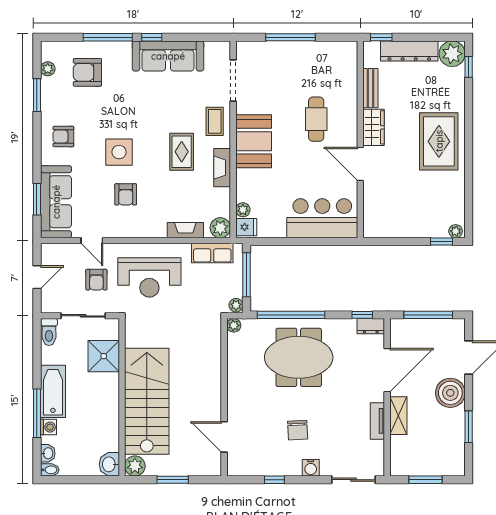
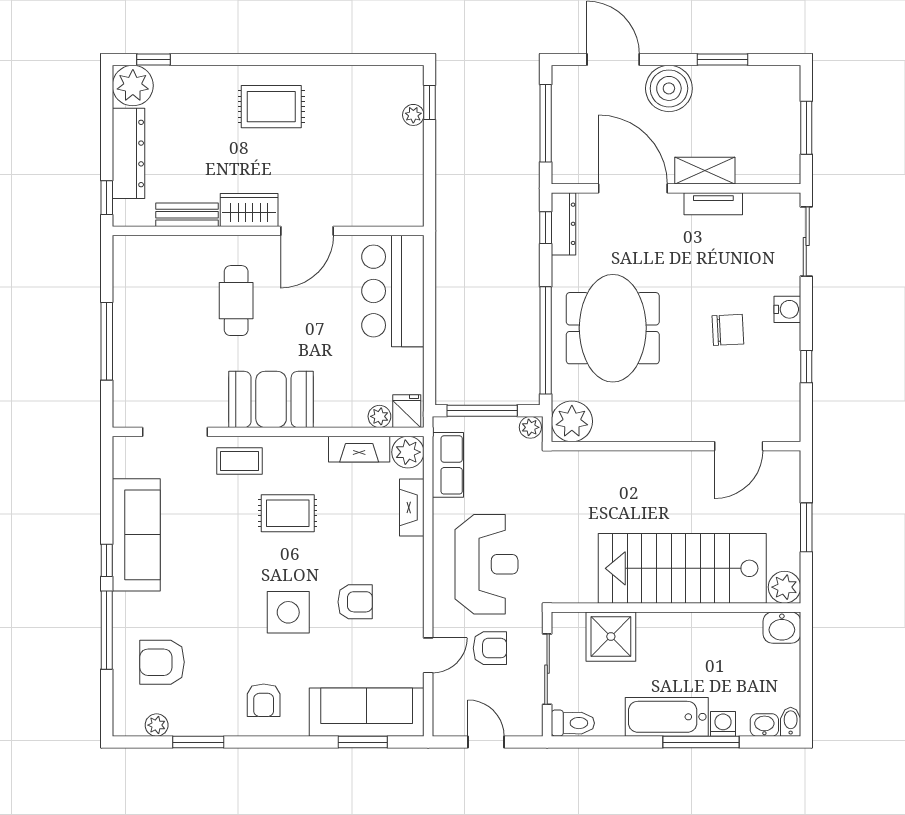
armchair: (87, 72) -> (162, 662), turned 90
cafe table: (316, 119) -> (236, 301), turned 90
rug: (439, 141) -> (271, 107), width x0.73, depth x0.70
fireplace: (222, 168) -> (359, 449), moved
plant: (456, 231) -> (413, 115), moved
plant: (234, 325) -> (572, 421), width x1.87, depth x1.87
dresser: (371, 326) -> (564, 224), width x1.44

